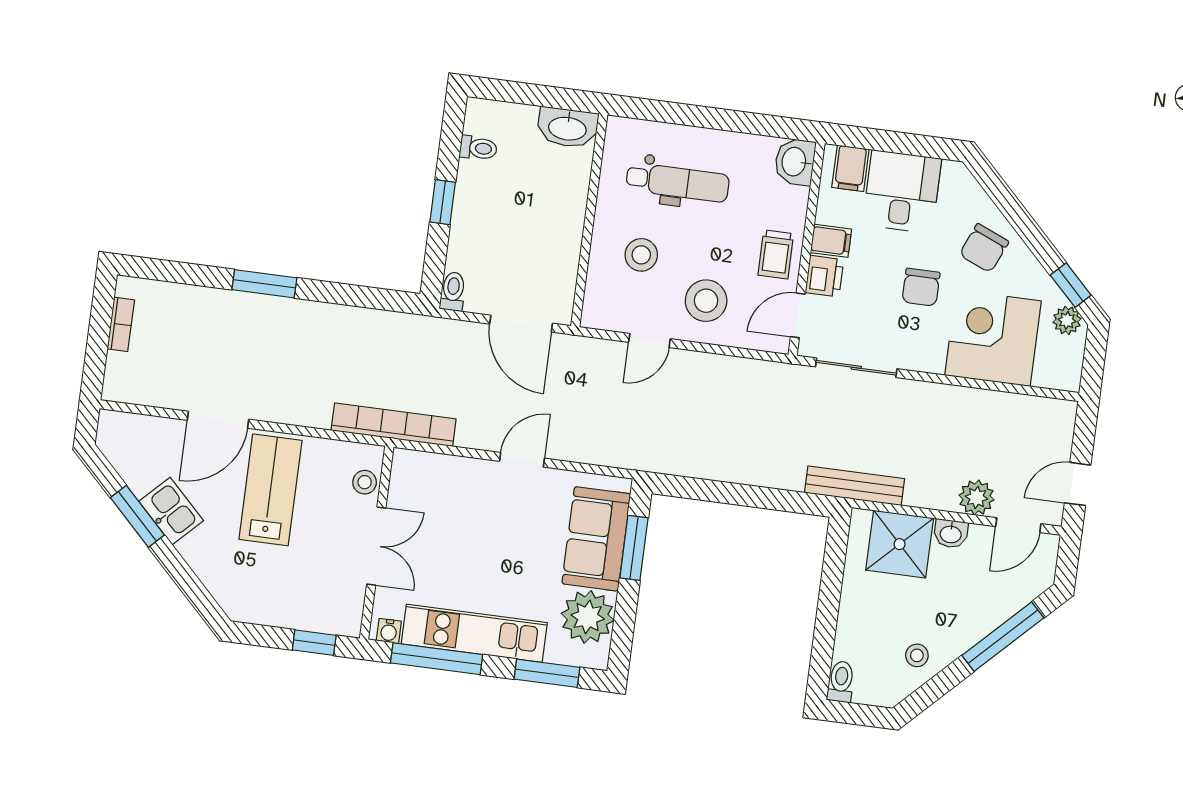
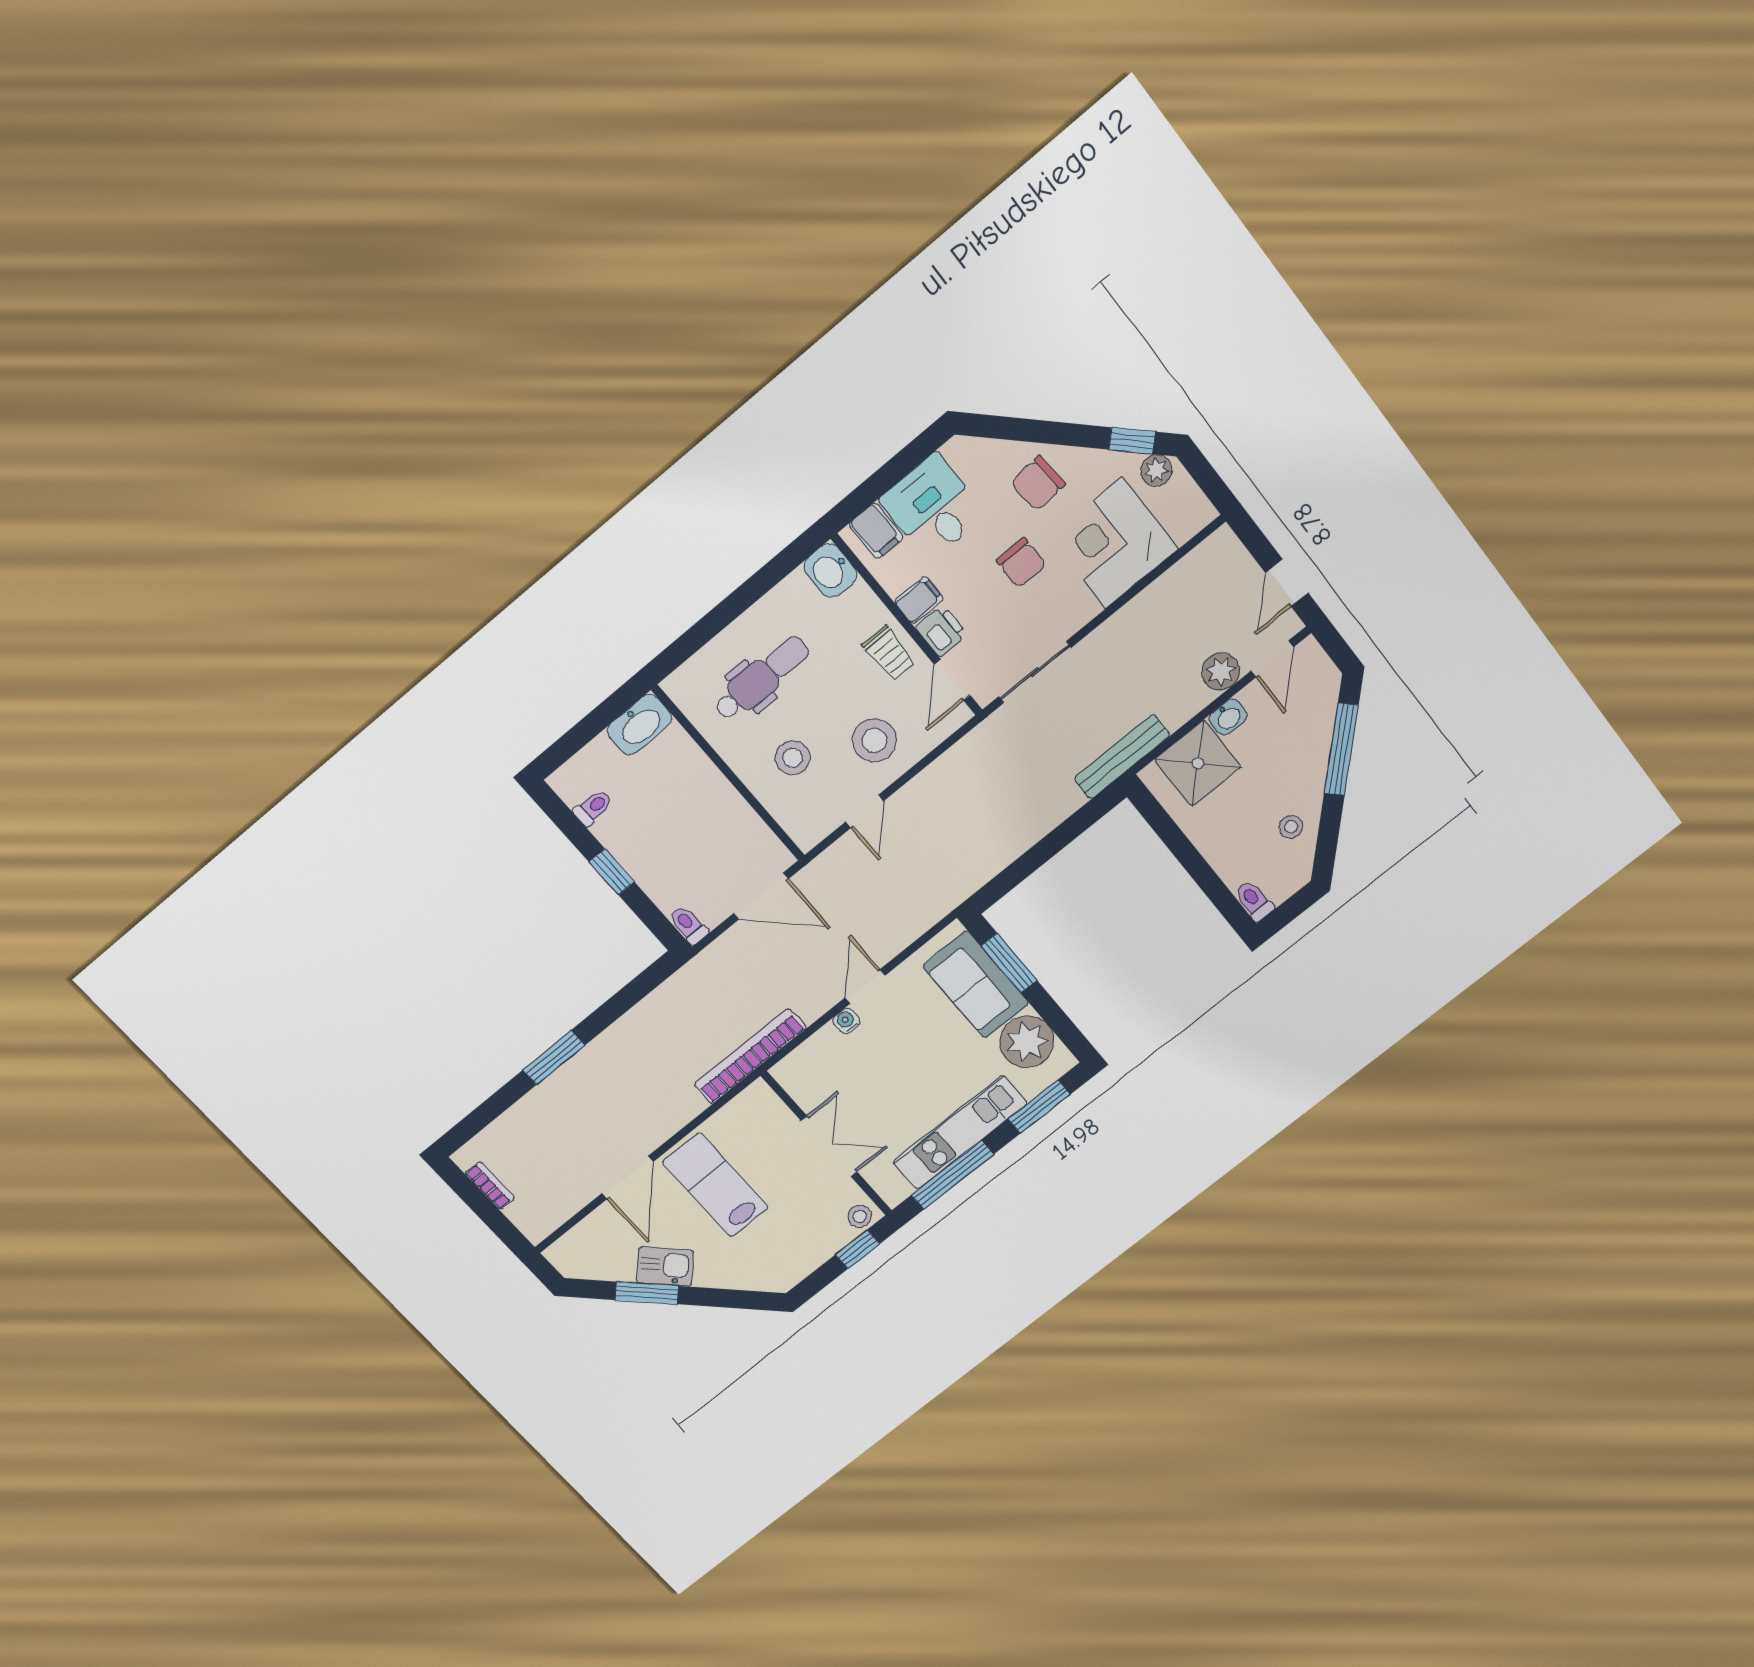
chair: (984, 248) -> (1038, 483), turned 63
stool: (365, 482) -> (860, 1216), moved
water cooler: (389, 631) -> (846, 1021), moved, turned 180

